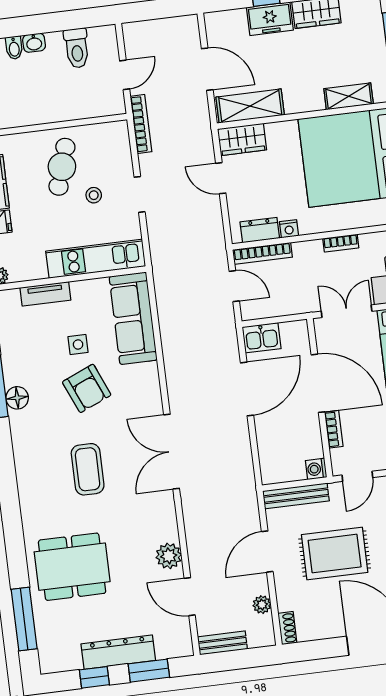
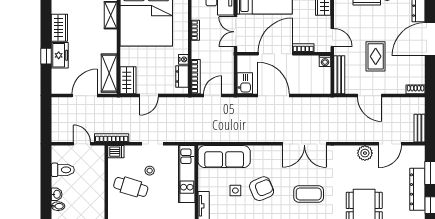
dishwasher: (119, 134) -> (116, 152), added
rug: (335, 554) -> (376, 56), width x0.73, depth x0.70
plant: (262, 605) -> (400, 102), removed

